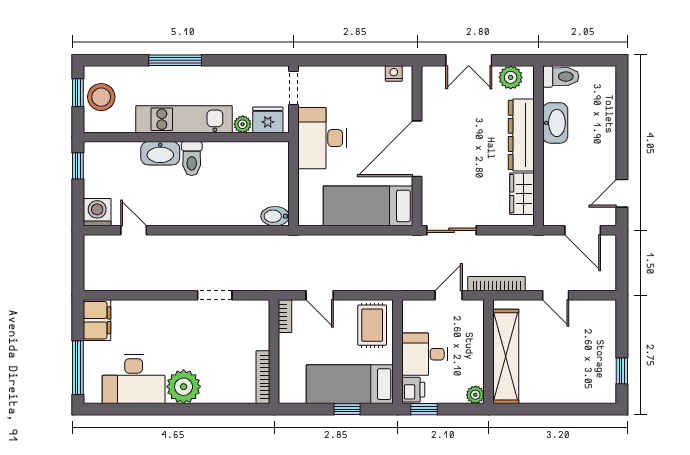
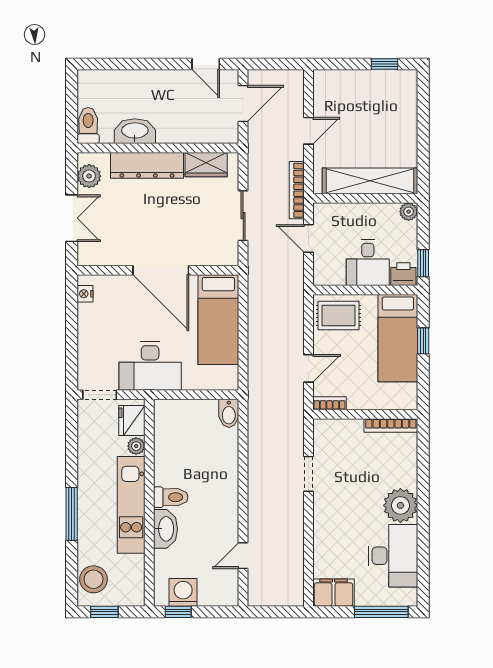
stool: (101, 97) -> (93, 579), moved
washing machine: (97, 212) -> (183, 592), moved, turned 90
sliding door: (451, 230) -> (243, 216), moved

